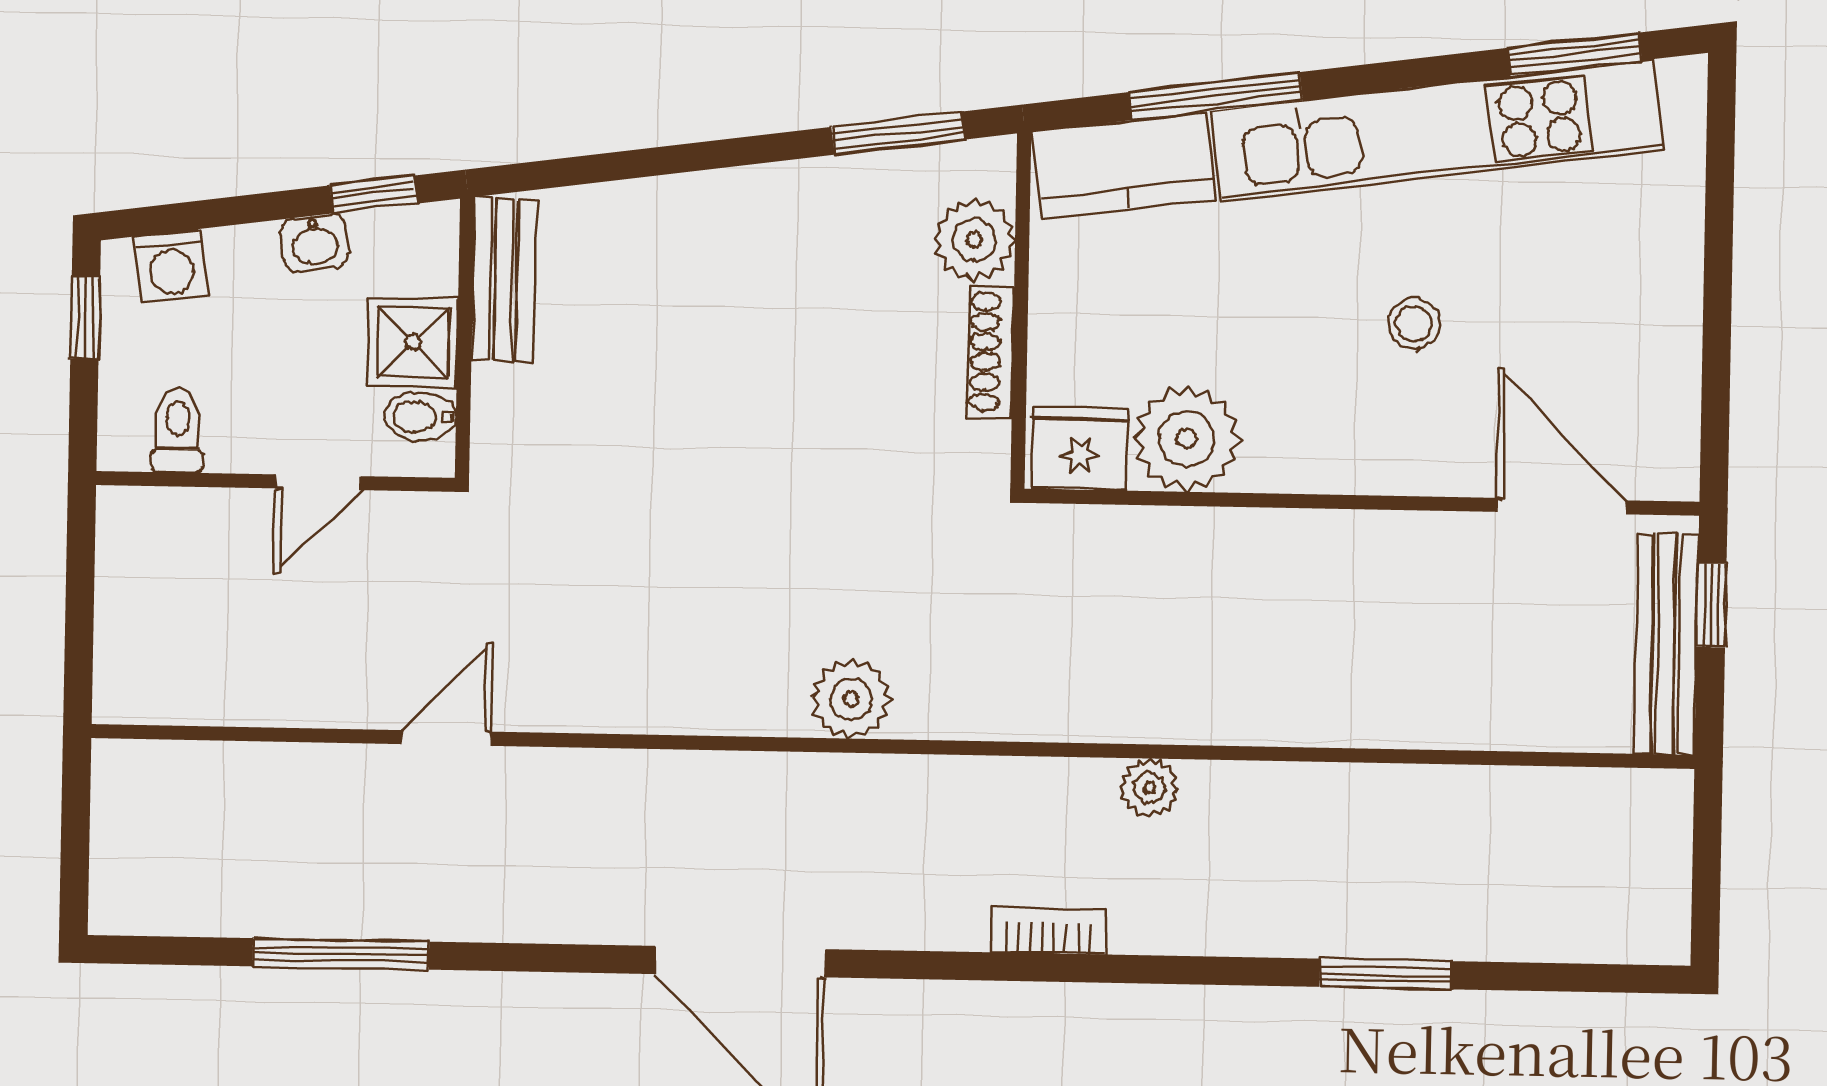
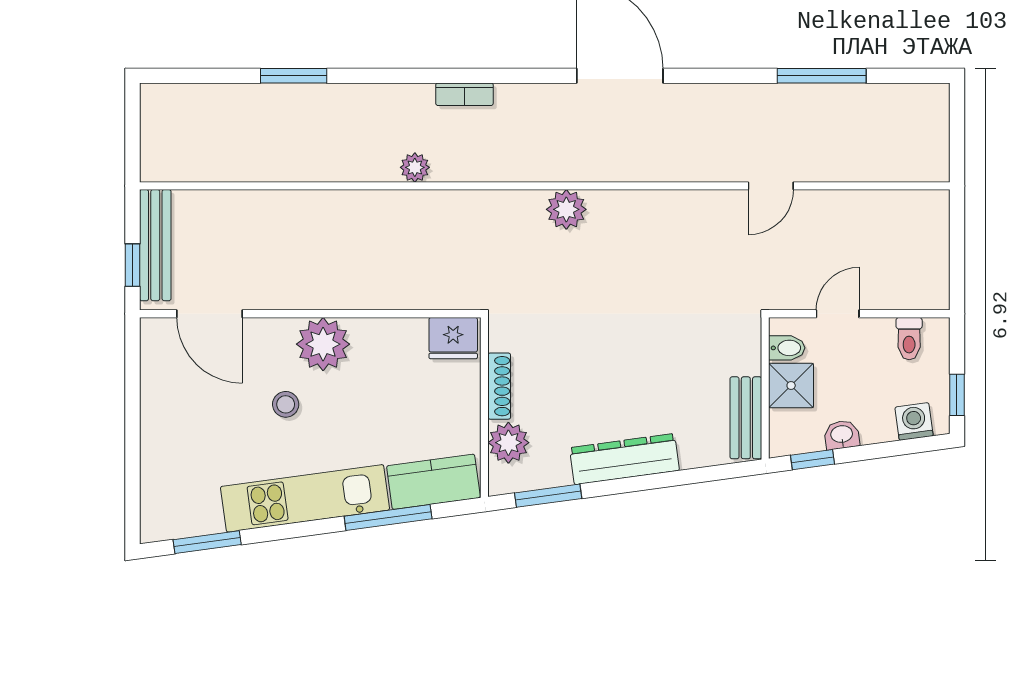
kitchen unit: (1438, 130) -> (305, 498), width x0.73
dresser: (746, 203) -> (624, 459), added
plant: (1187, 439) -> (323, 344), moved

